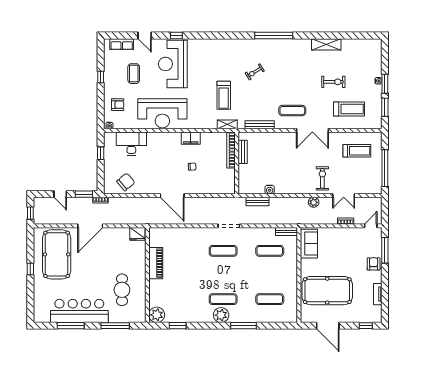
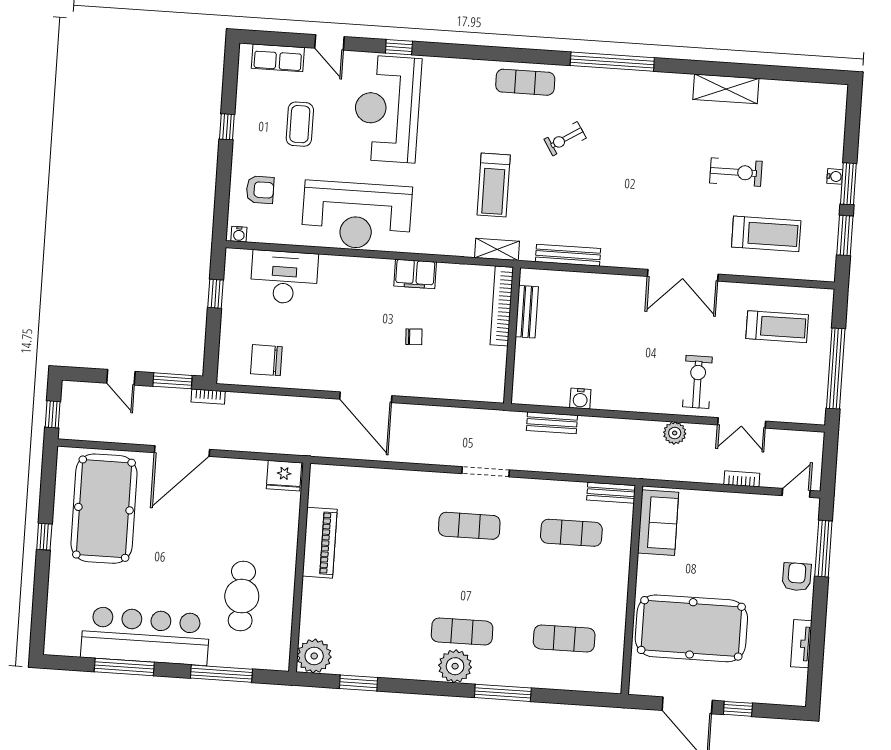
exercise mat: (292, 111) -> (525, 82), moved
chair: (126, 182) -> (266, 360), turned -140
window: (366, 326) -> (738, 709), moved

